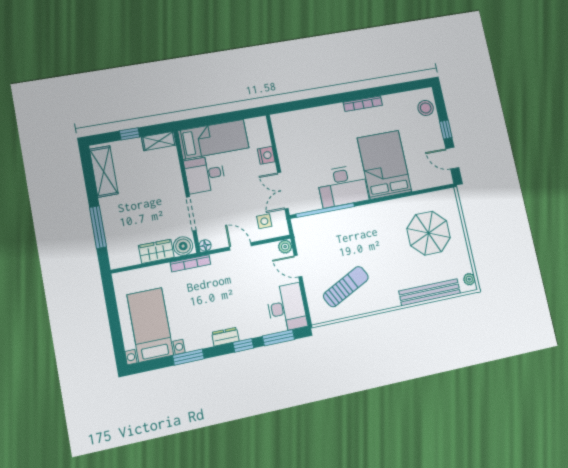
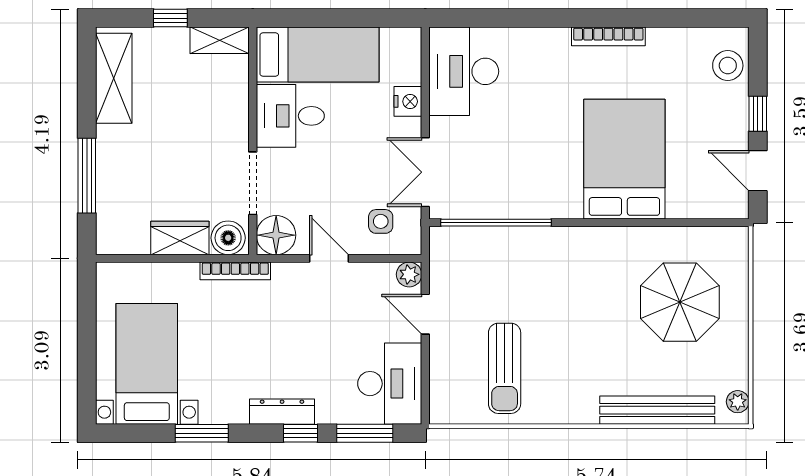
desk: (343, 186) -> (464, 71), moved, turned 90
floor lamp: (205, 245) -> (276, 235), width x1.89, depth x1.89
sun lounger: (346, 287) -> (505, 368), turned 117
dresser: (225, 337) -> (282, 412), width x1.44

